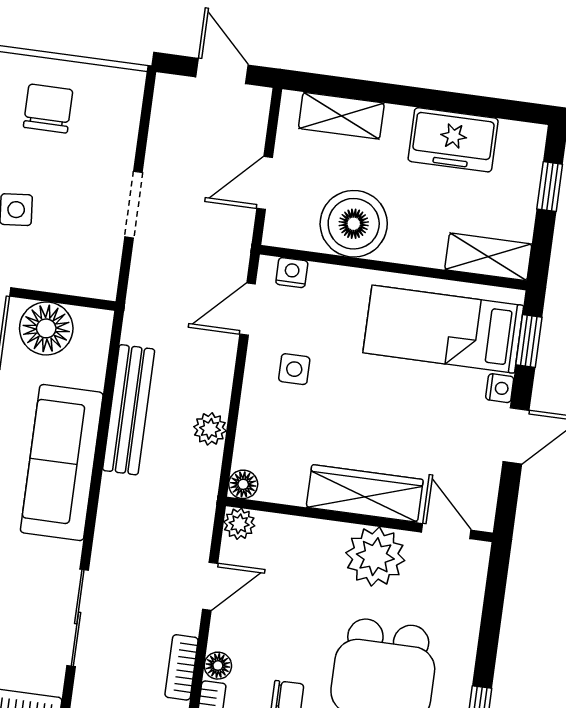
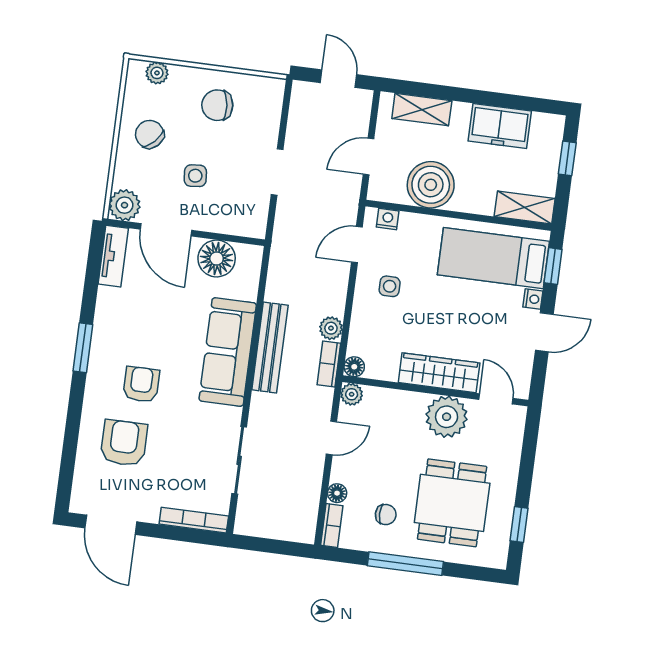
chair: (48, 109) -> (217, 105), turned -96
bench: (129, 410) -> (270, 348), moved
bookcase: (182, 667) -> (329, 364), moved

